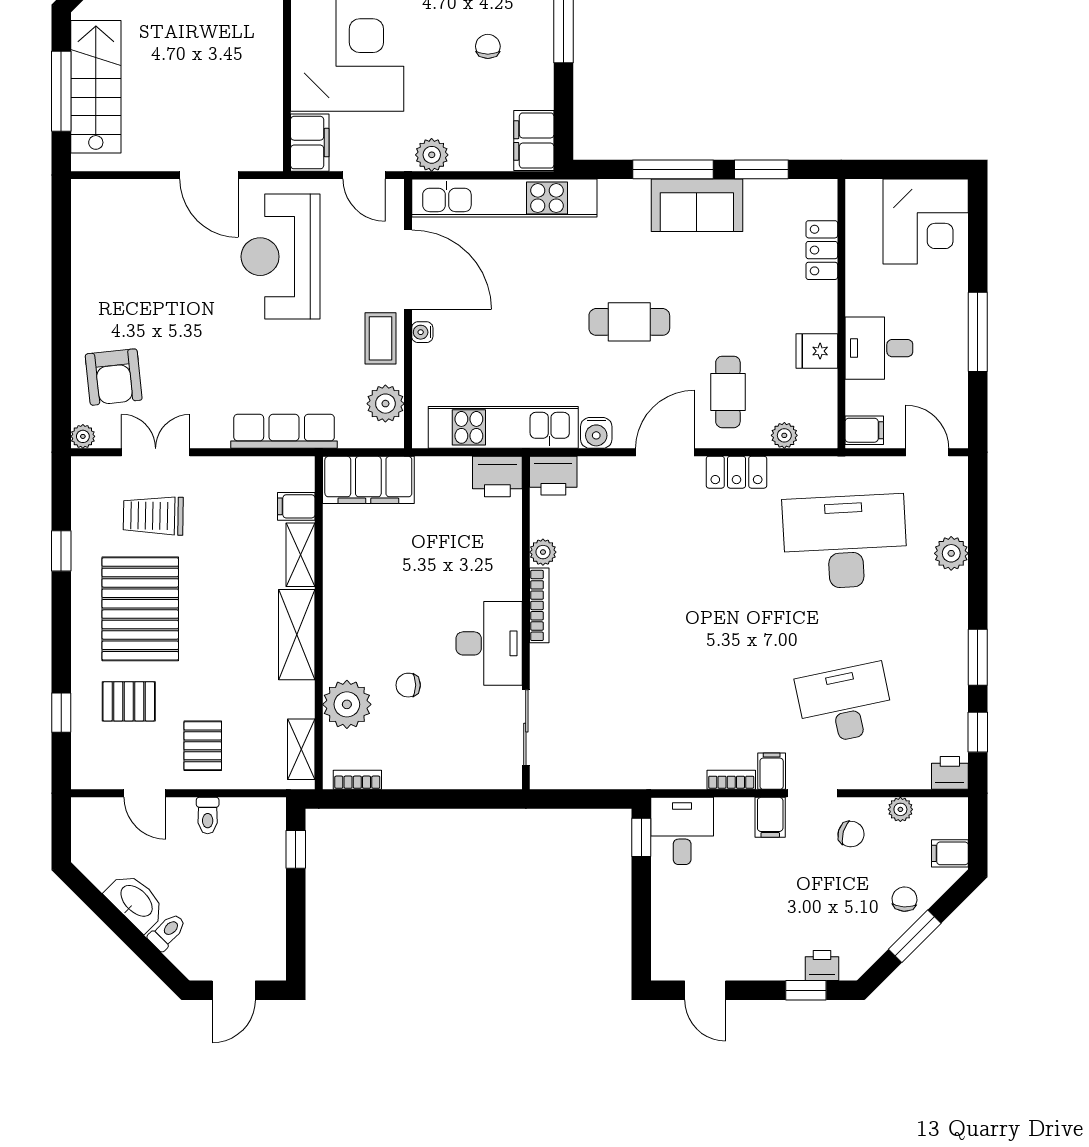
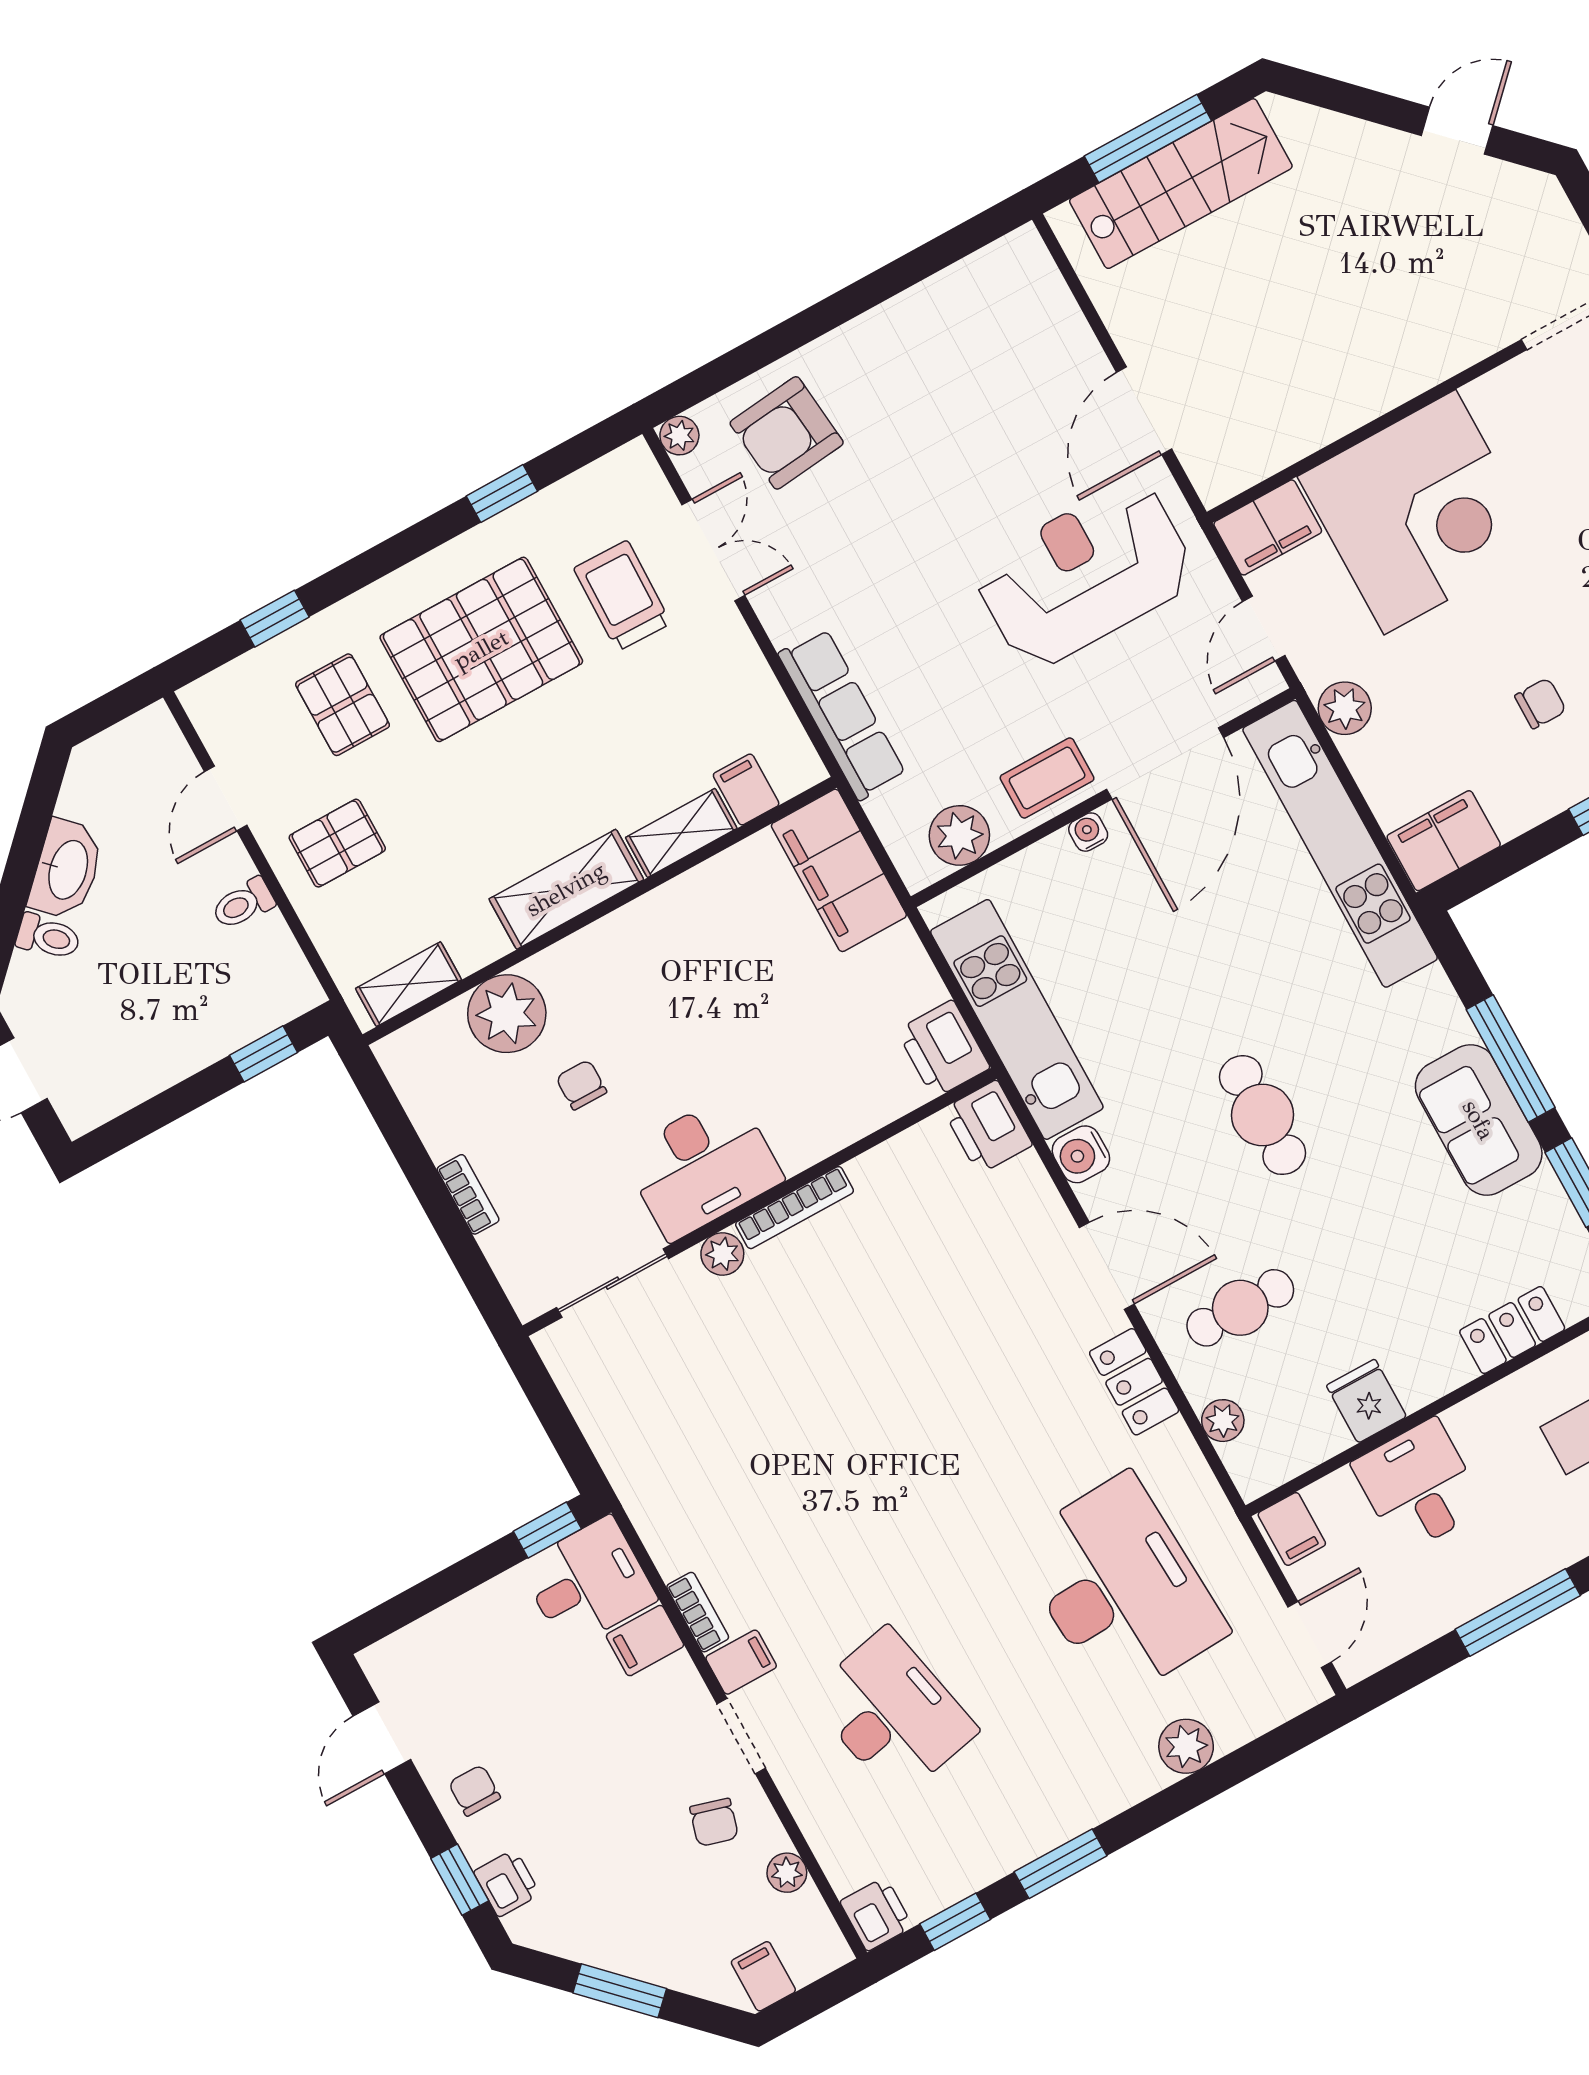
plant: (543, 552) -> (722, 1254), moved
bookcase: (357, 780) -> (468, 1194), moved
filing cabinet: (770, 817) -> (645, 1641), moved
chair: (904, 899) -> (474, 1790), moved, turned -93

